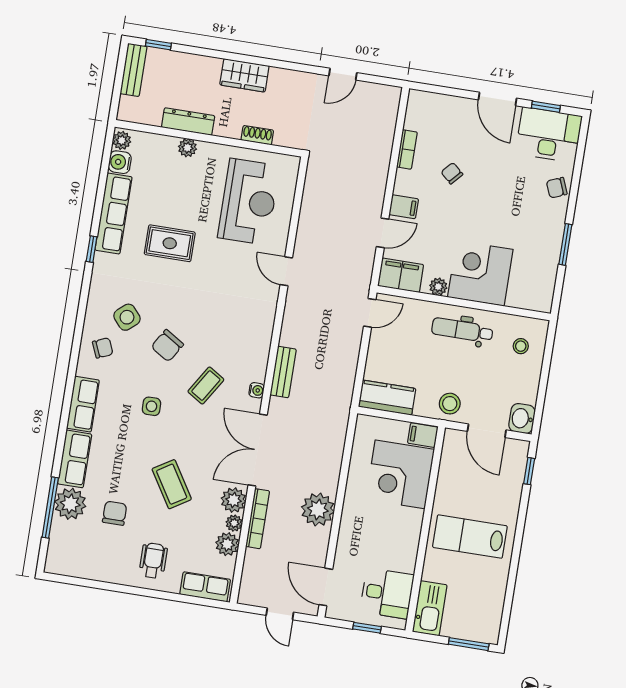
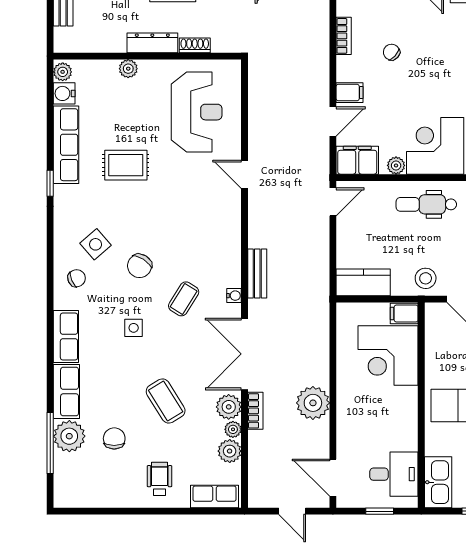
dresser: (188, 122) -> (152, 43), moved
bookcase: (258, 519) -> (255, 411), width x0.64

